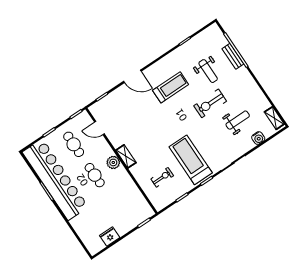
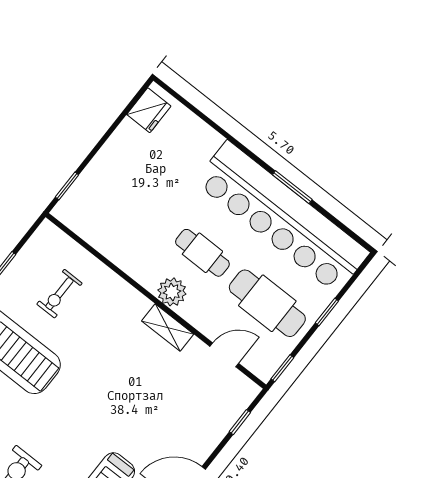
cafe table: (74, 144) -> (267, 303), width x1.37, depth x1.35
shelving: (126, 156) -> (168, 327), moved
fridge: (110, 236) -> (149, 110), moved

